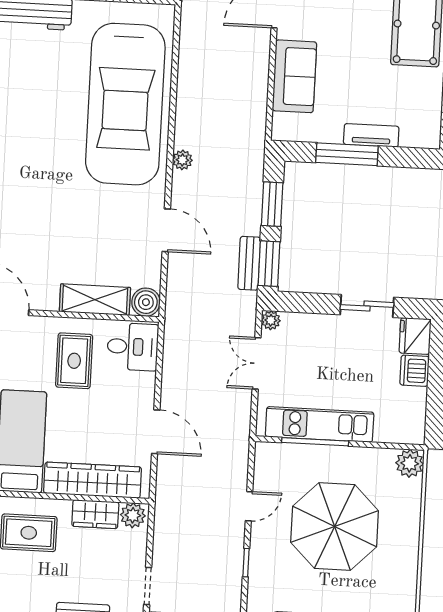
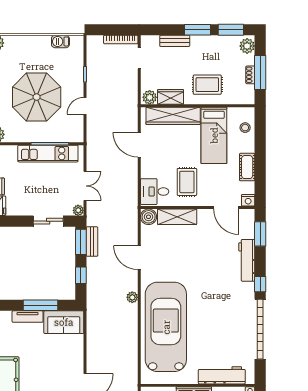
sofa: (294, 76) -> (64, 322), moved, turned -90
window: (272, 204) -> (81, 275), width x0.67
sliding door: (367, 306) -> (48, 221), moved

